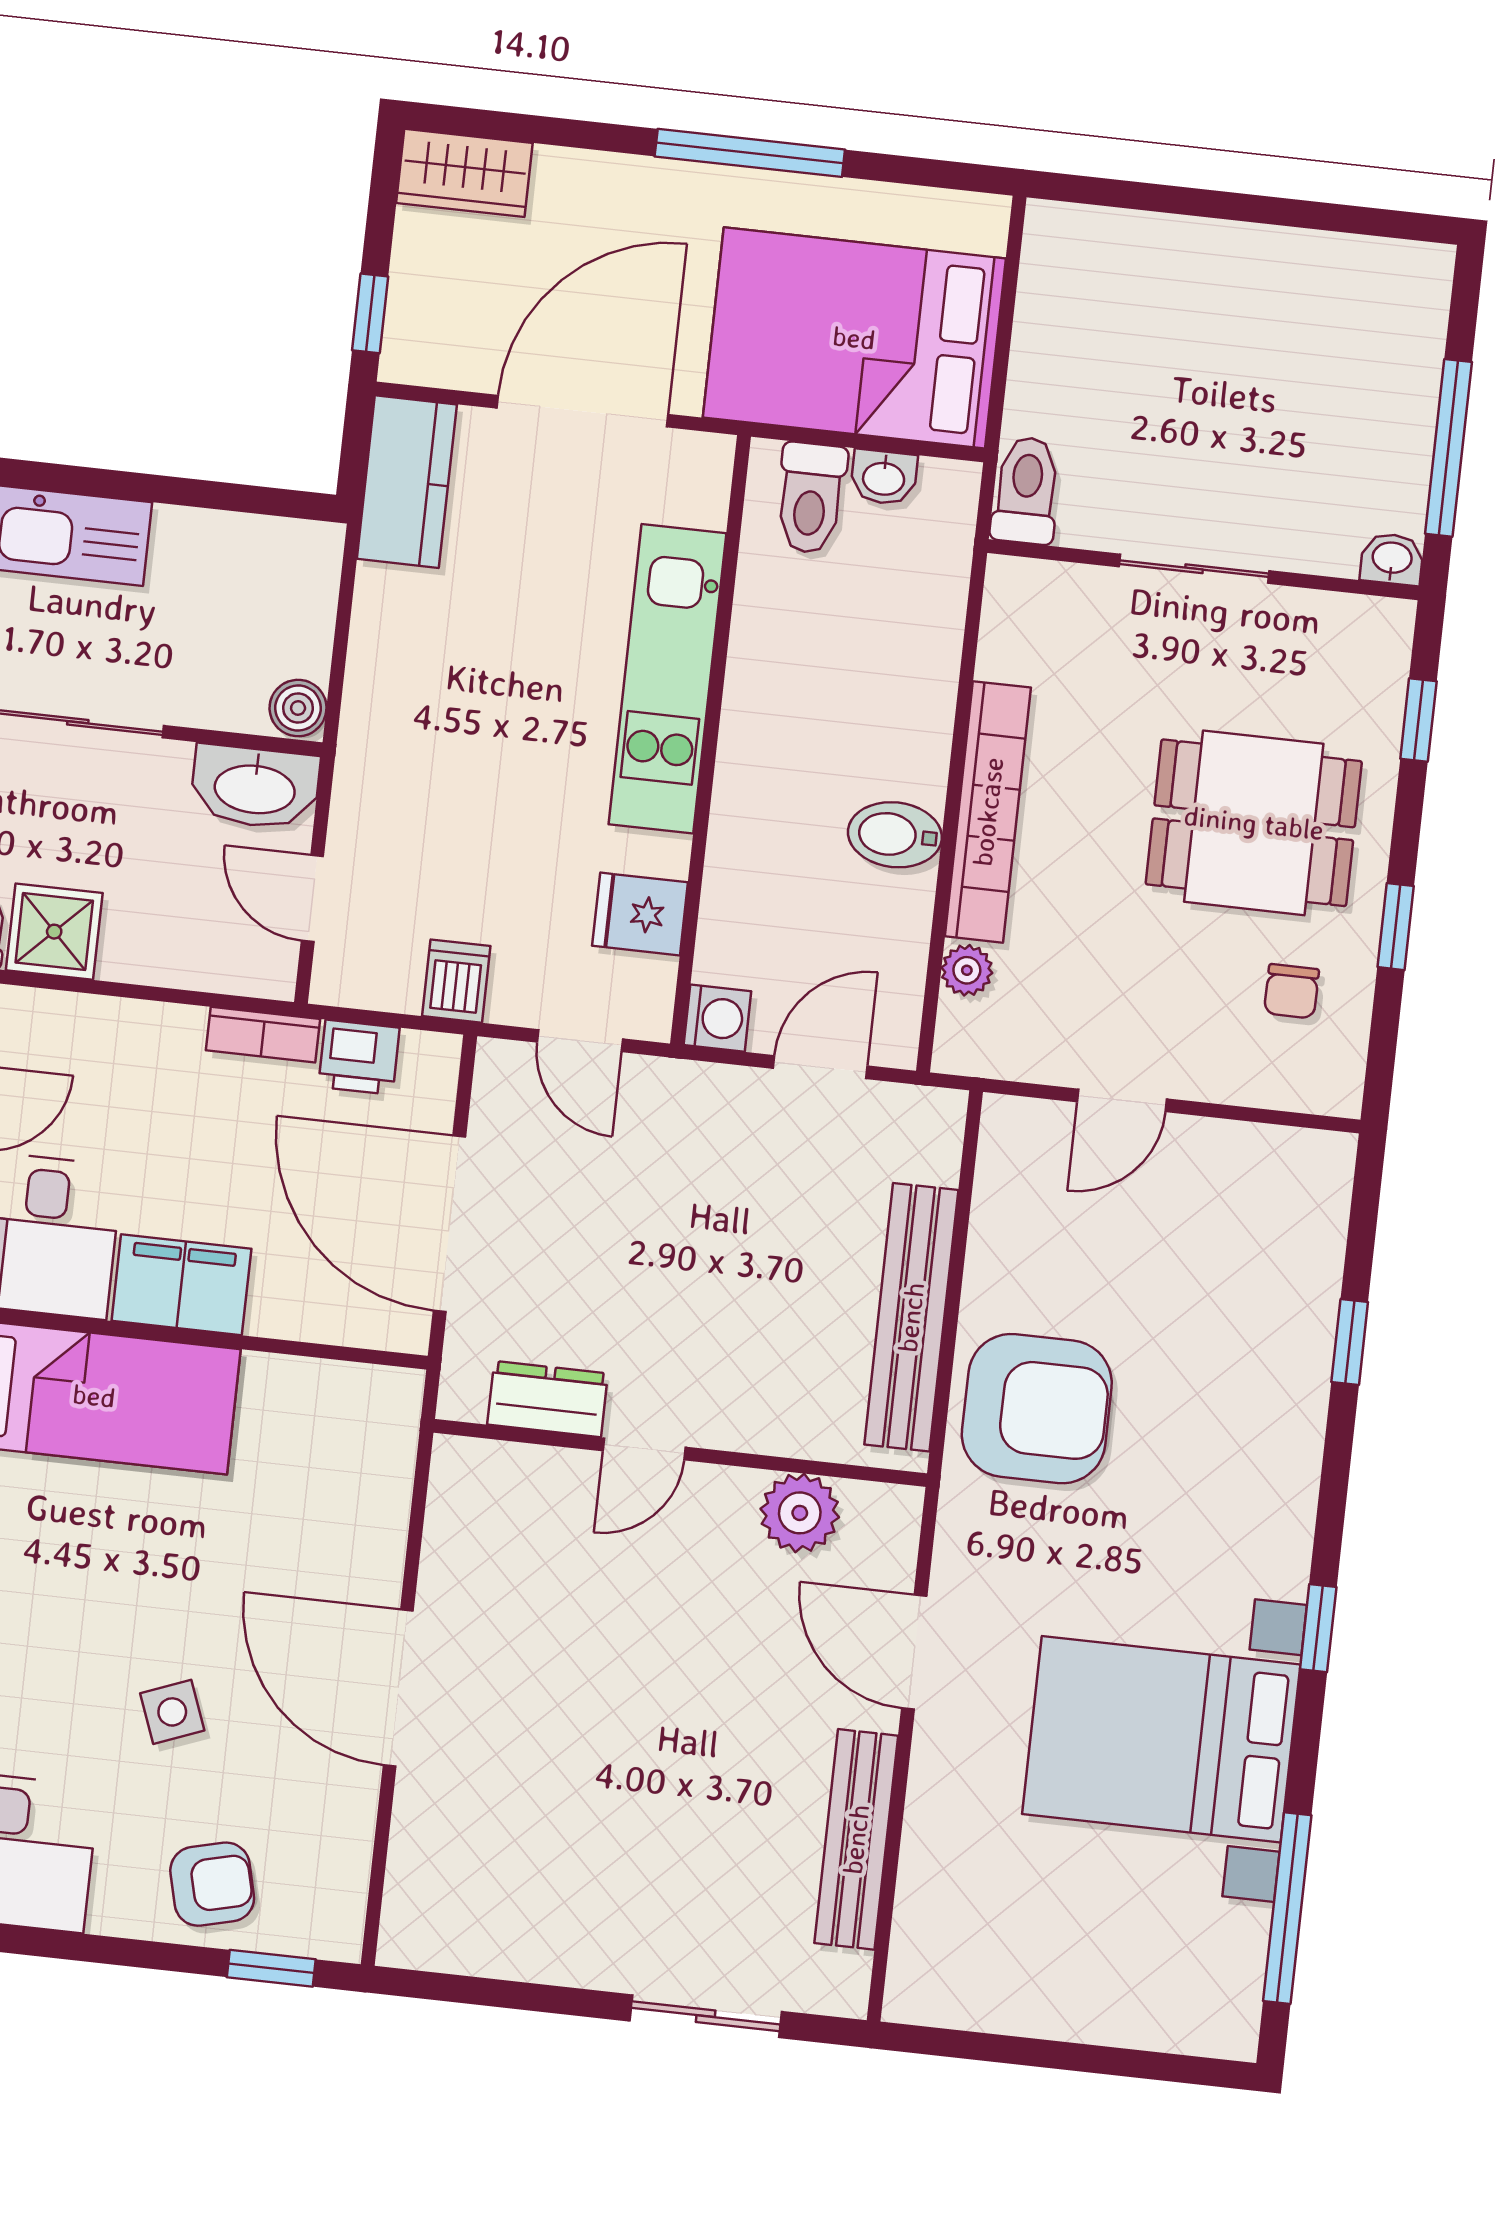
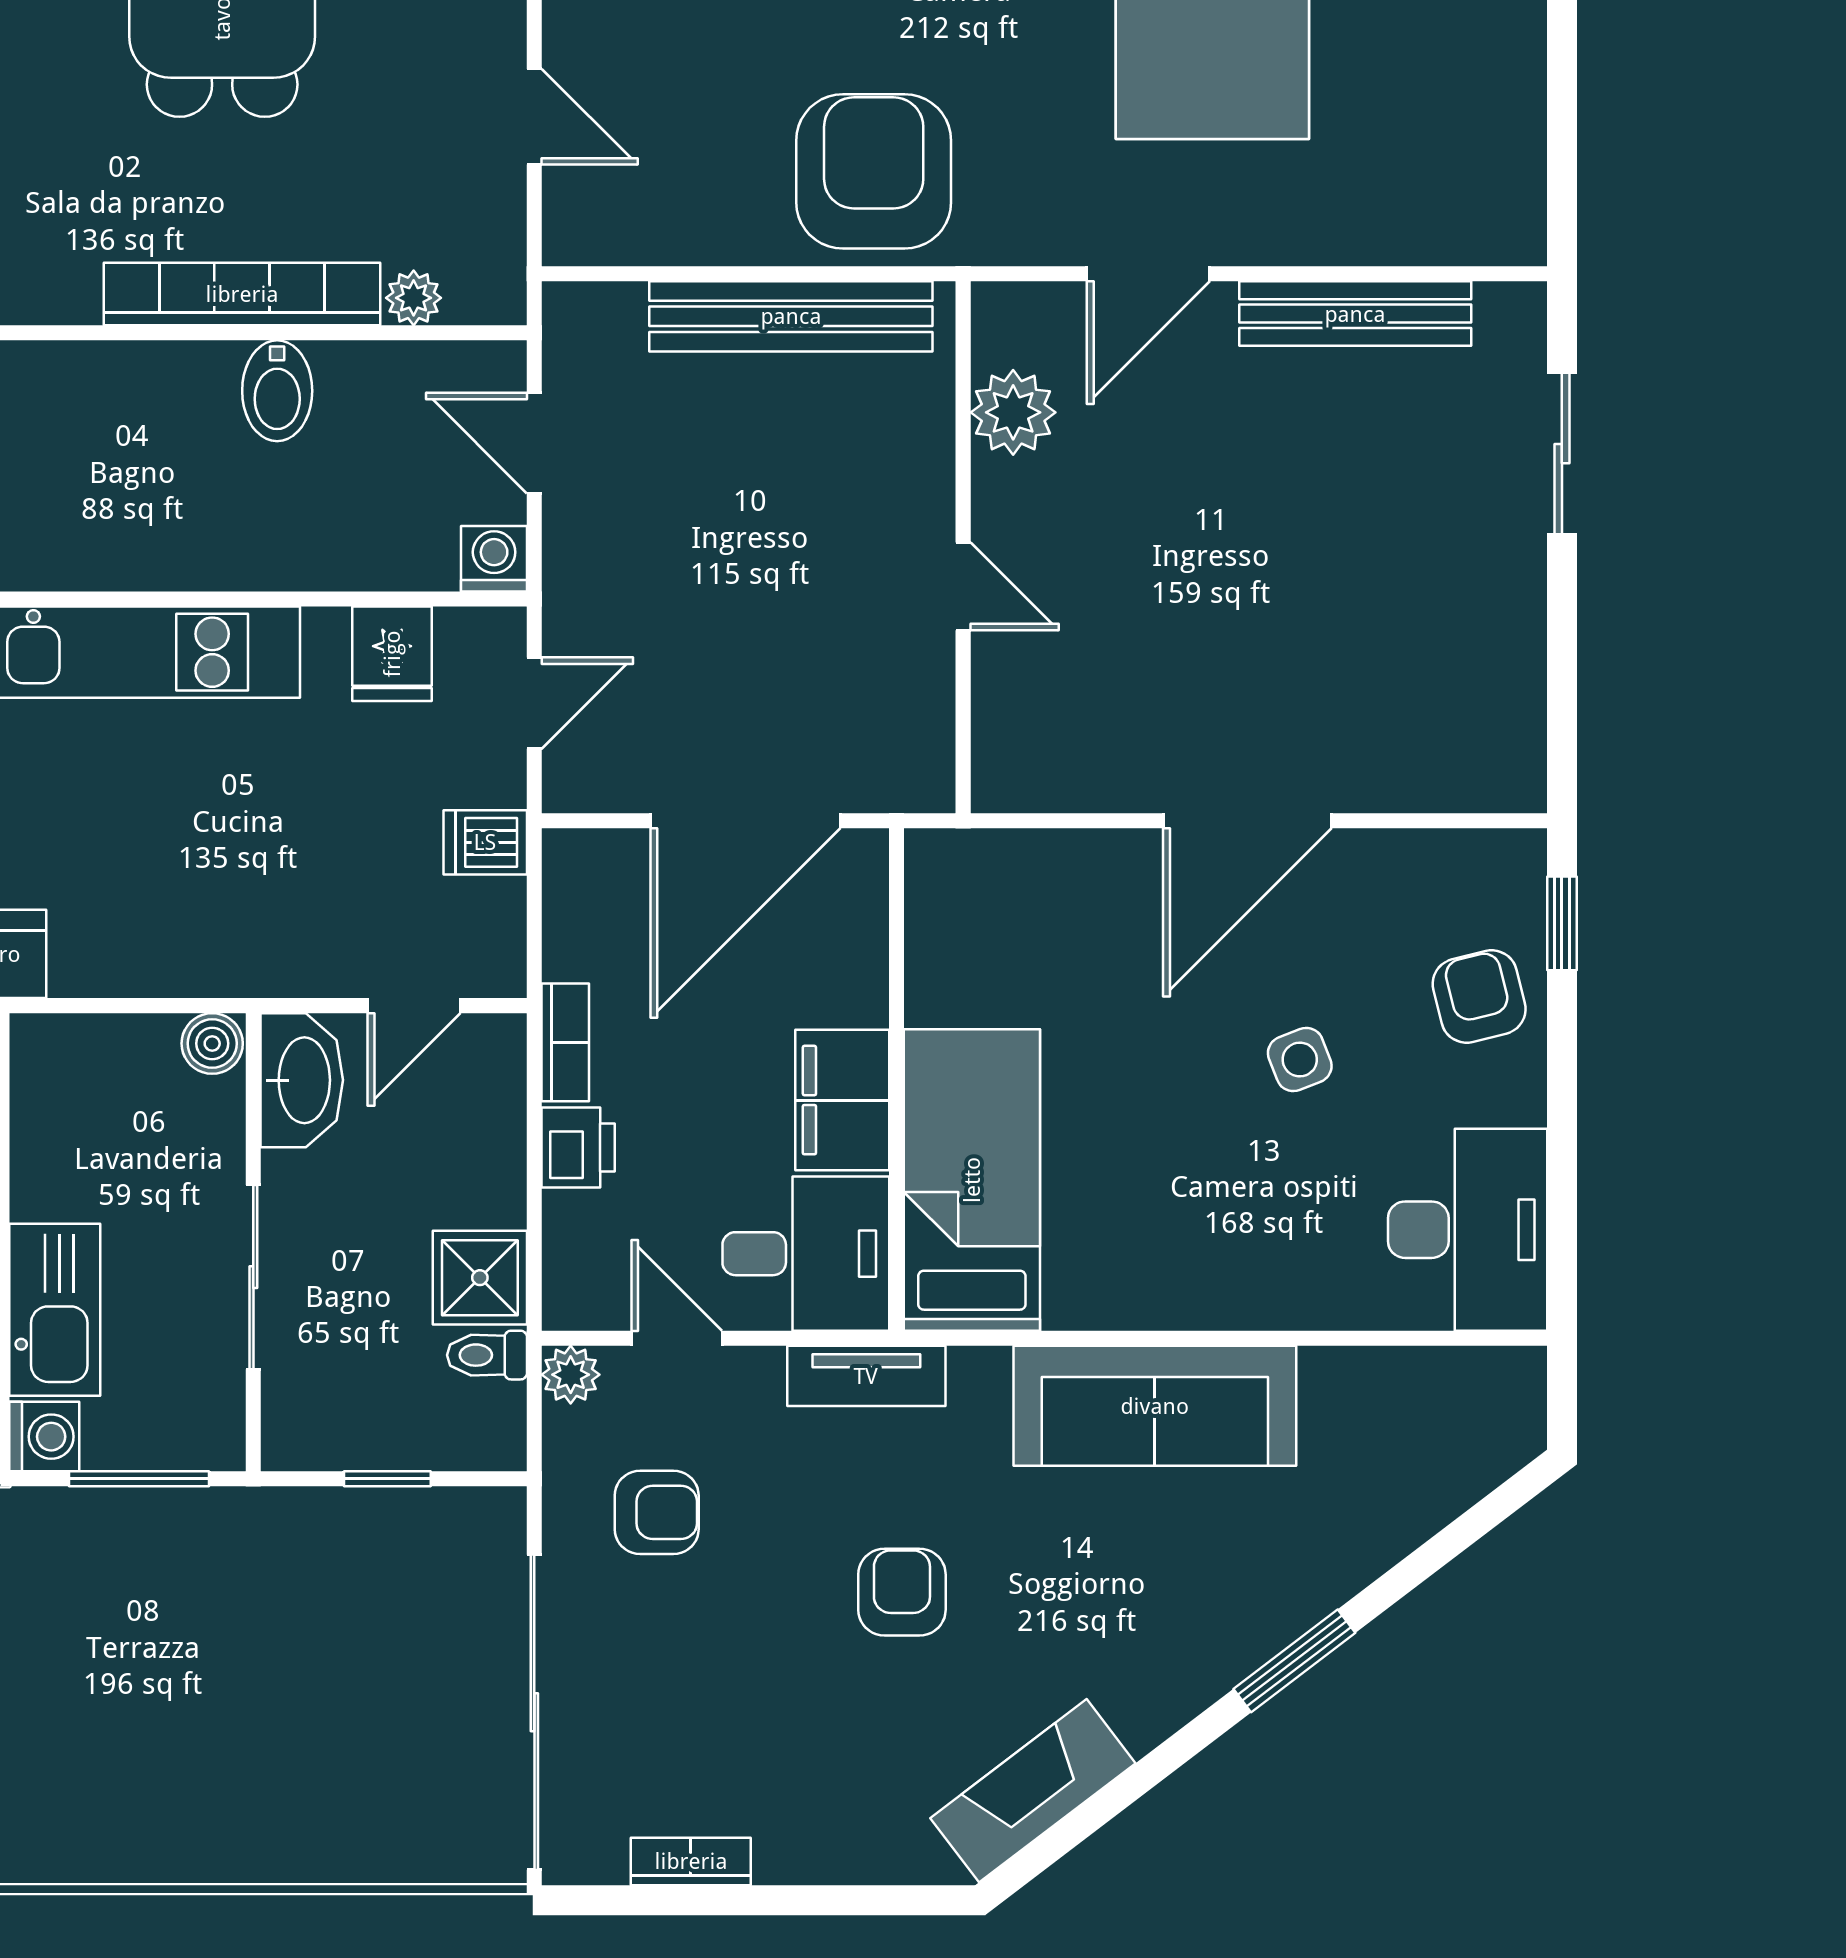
printer: (359, 1057) -> (578, 1148), moved
dresser: (548, 1399) -> (921, 695), removed

